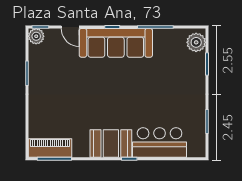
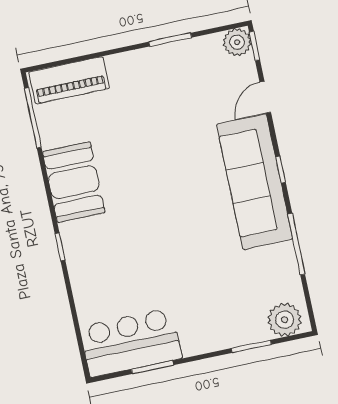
bar counter: (160, 142) -> (131, 342), moved, turned -90
booth: (111, 144) -> (74, 182), moved
piano: (50, 148) -> (69, 80), moved, turned 90

